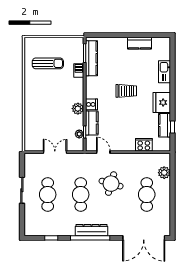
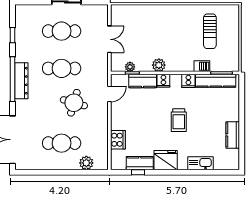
cooker: (92, 82) -> (188, 81), added

